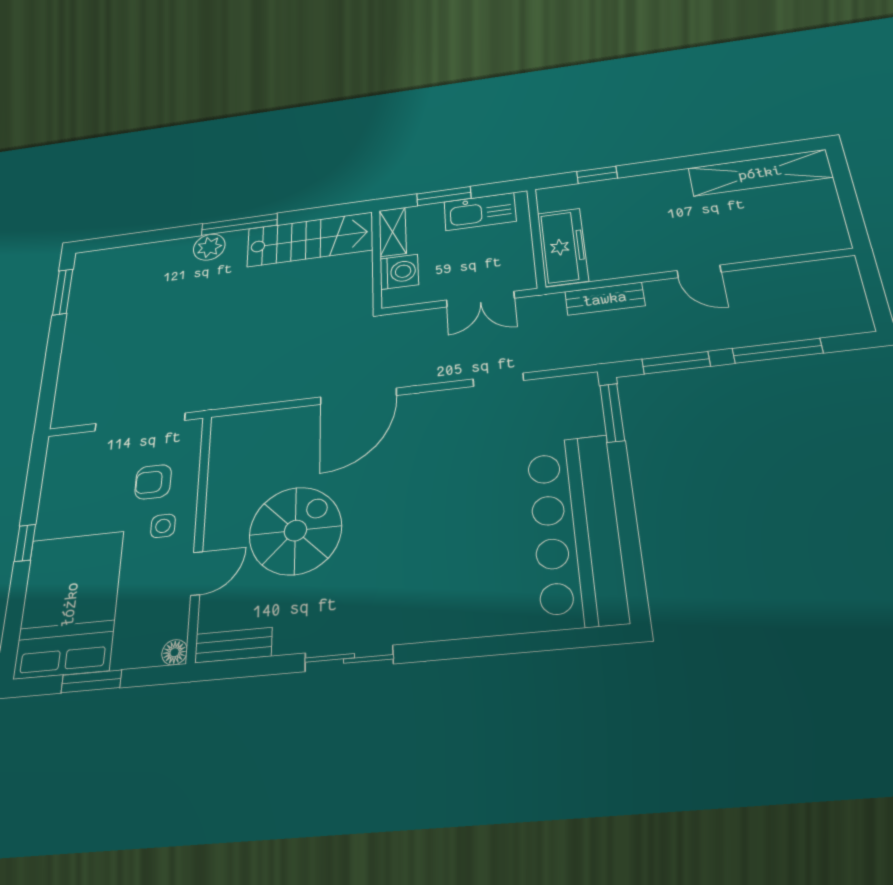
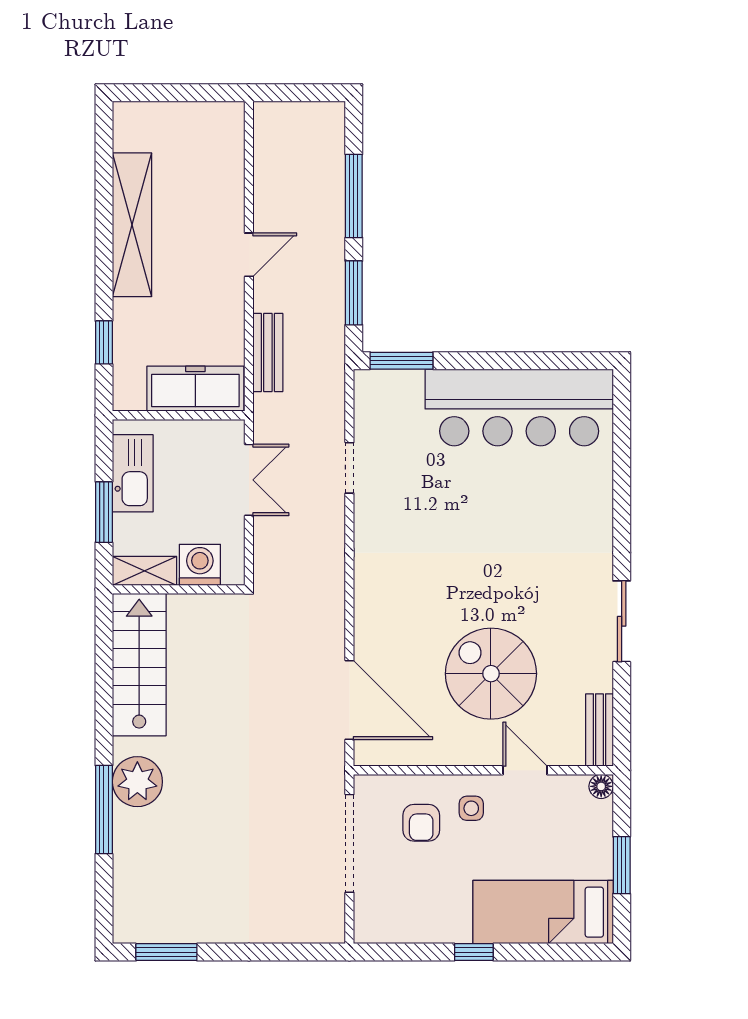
shelving: (760, 173) -> (132, 225), moved
window: (239, 224) -> (104, 810), moved
plant: (209, 247) -> (137, 782), width x1.36, depth x1.36
door: (358, 396) -> (349, 700), moved
bed: (70, 604) -> (543, 912), width x0.67

